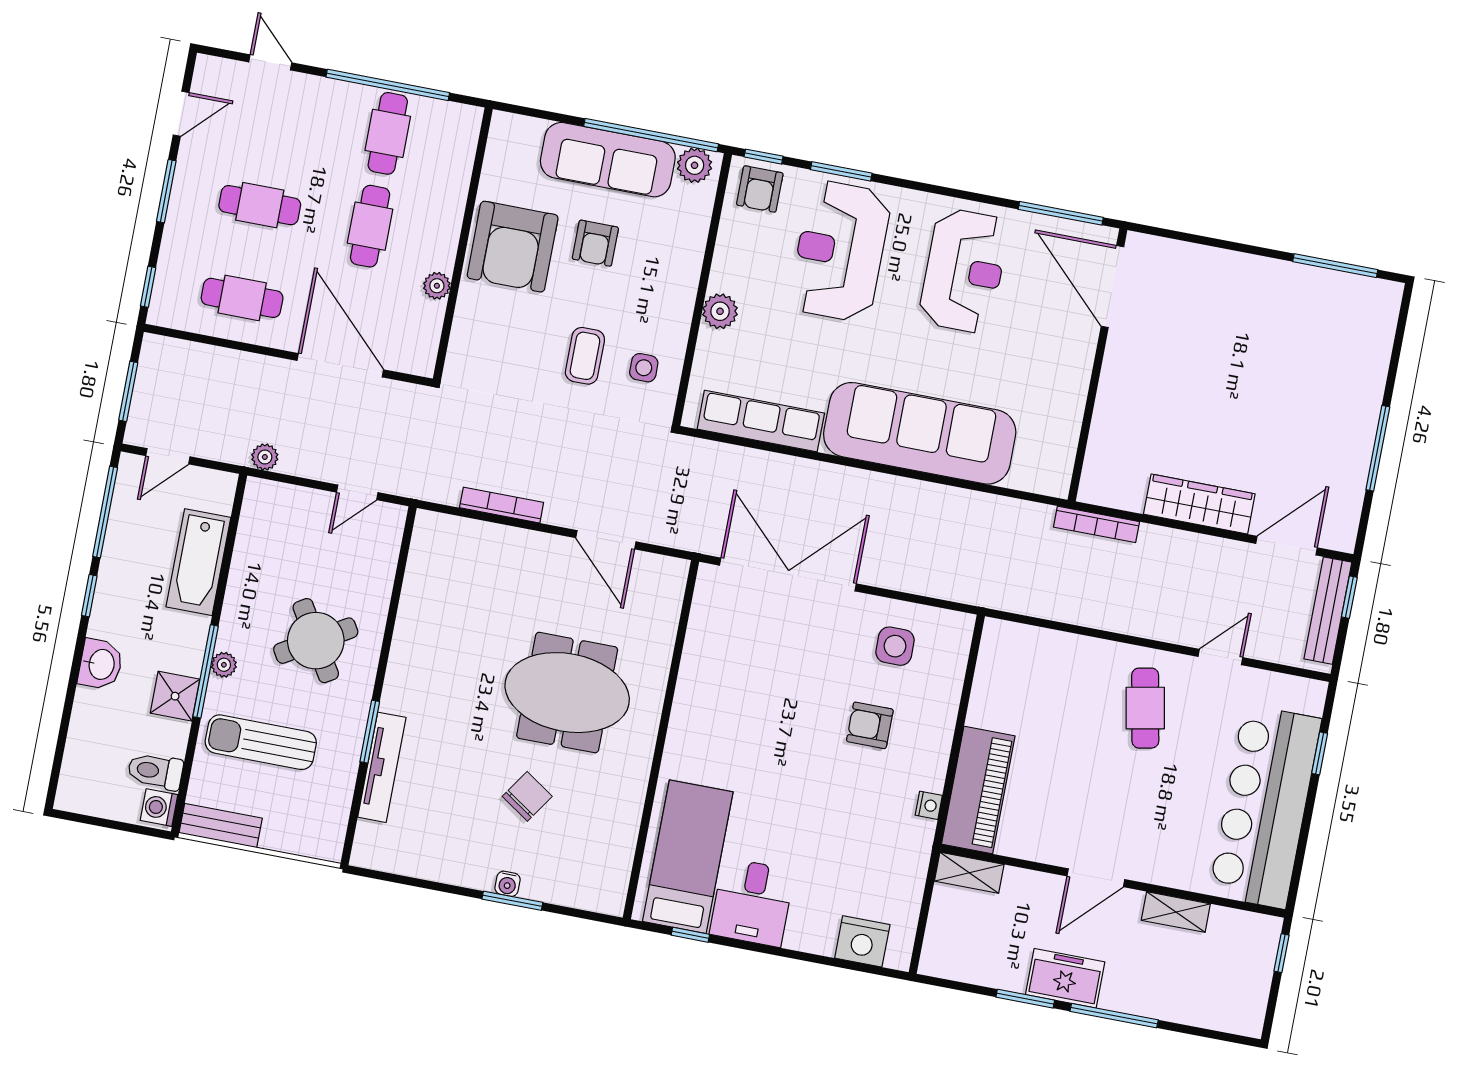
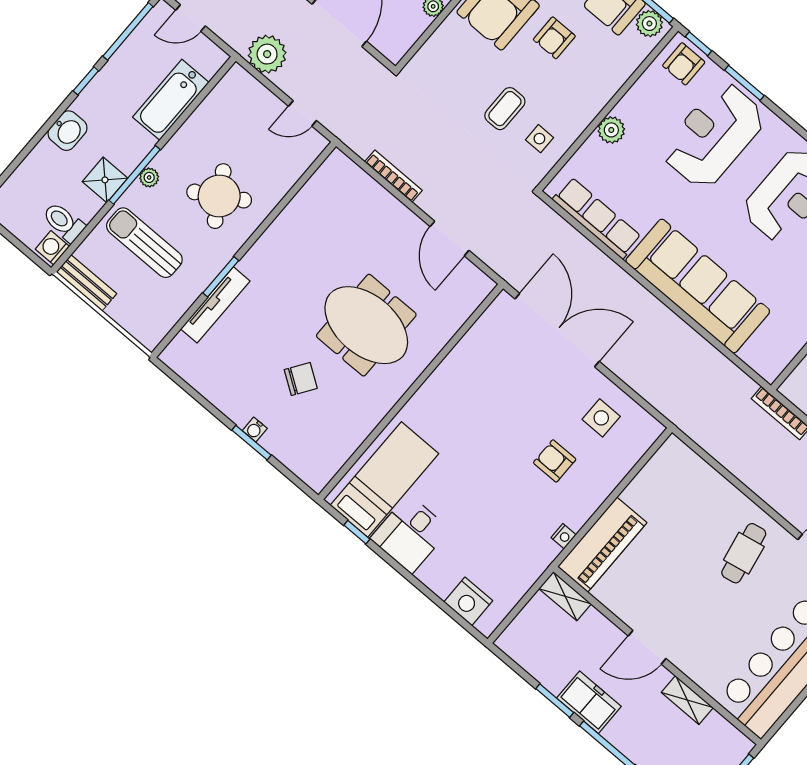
plant: (265, 457) -> (267, 54), width x1.88, depth x1.88

